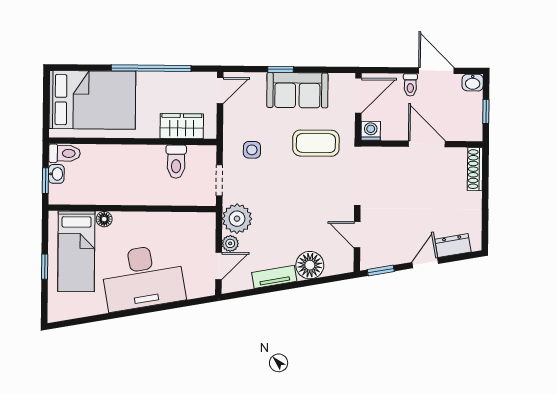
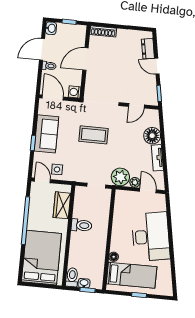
coffee table: (316, 143) -> (94, 135), moved, turned 90
side table: (252, 150) -> (57, 169), moved
toilet: (176, 162) -> (81, 225), moved

